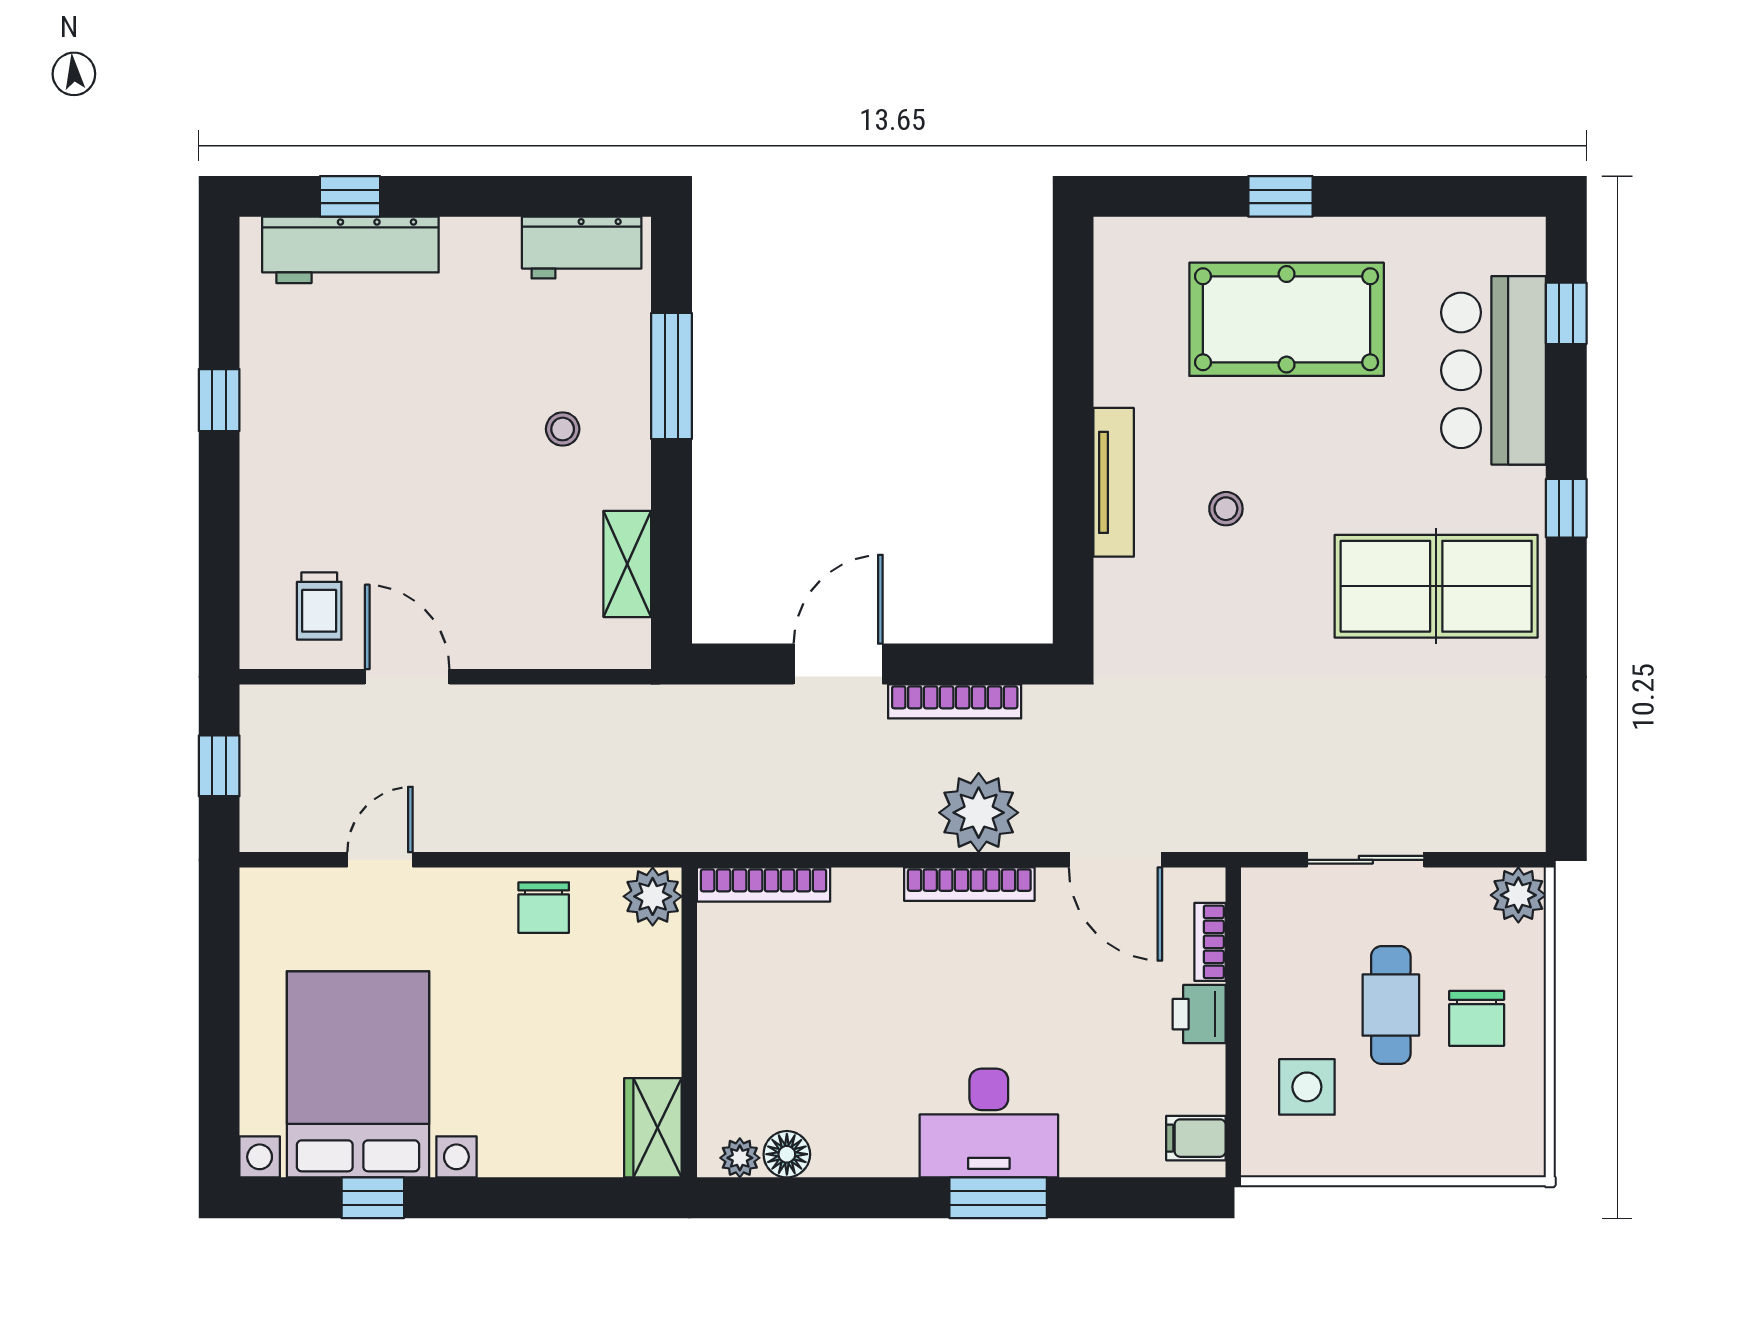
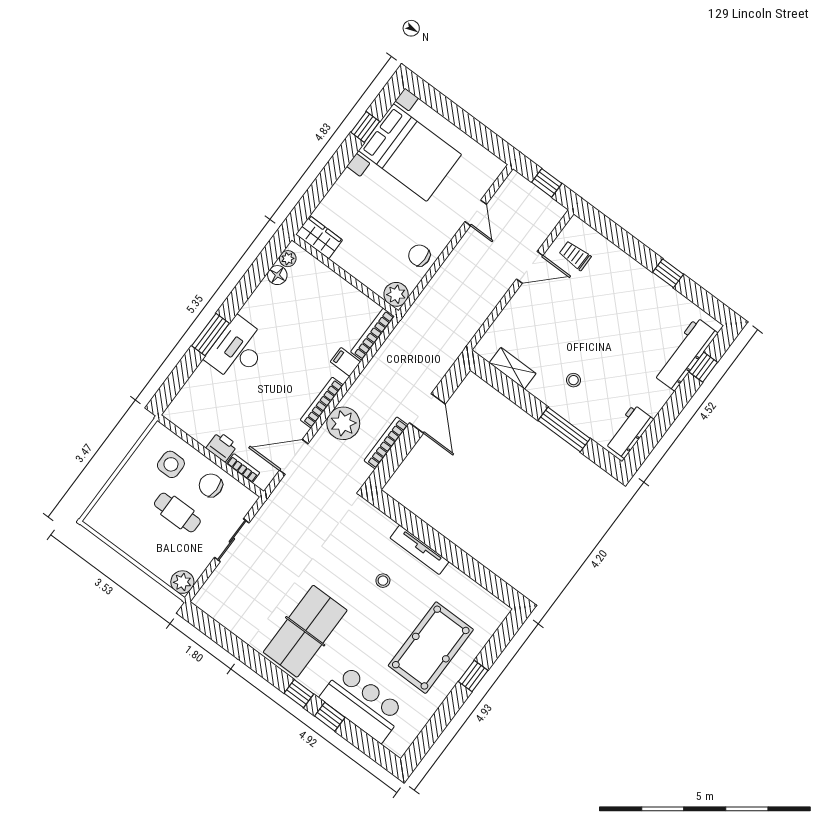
window: (1566, 313) -> (330, 717), moved
chair: (1477, 1018) -> (211, 485), moved
filing cabinet: (1196, 1138) -> (345, 362), moved, turned -90

